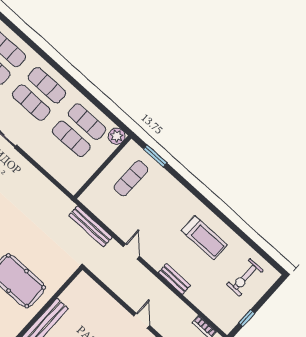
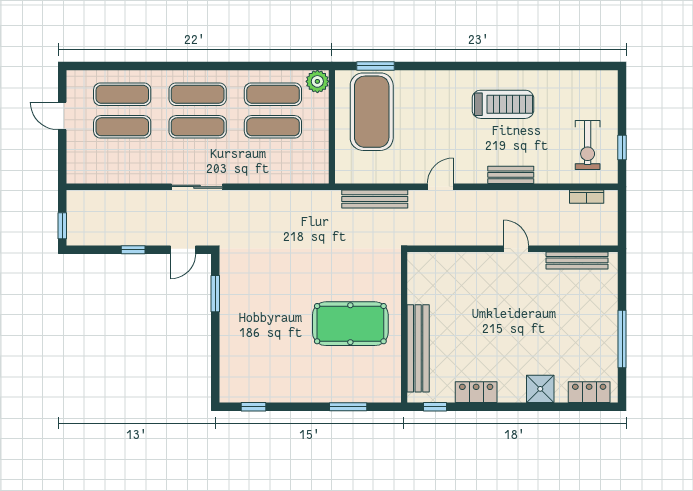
exercise mat: (131, 178) -> (372, 112), width x2.00, depth x1.45
door: (131, 251) -> (440, 187), hinge flipped
exercise bike: (245, 277) -> (588, 145), moved

